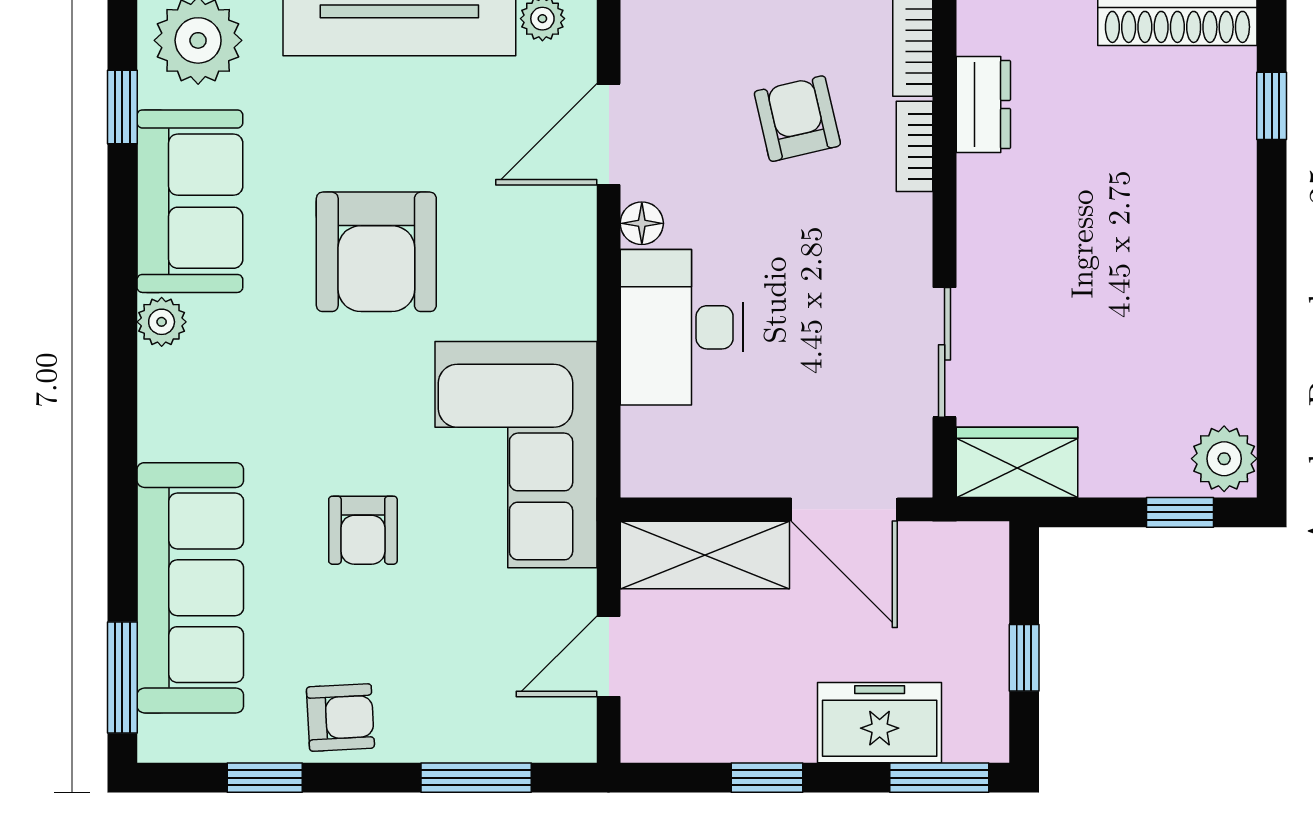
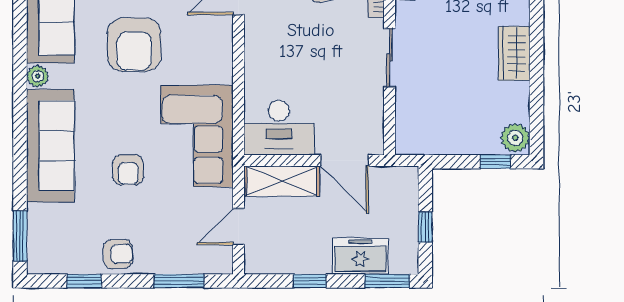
floor lamp: (642, 223) -> (253, 32), removed
desk: (682, 327) -> (279, 128), moved, turned -90
sliding door: (945, 352) -> (390, 58), moved
wardrobe: (1017, 462) -> (514, 53), moved, turned -90
sofa: (190, 588) -> (50, 146), moved

